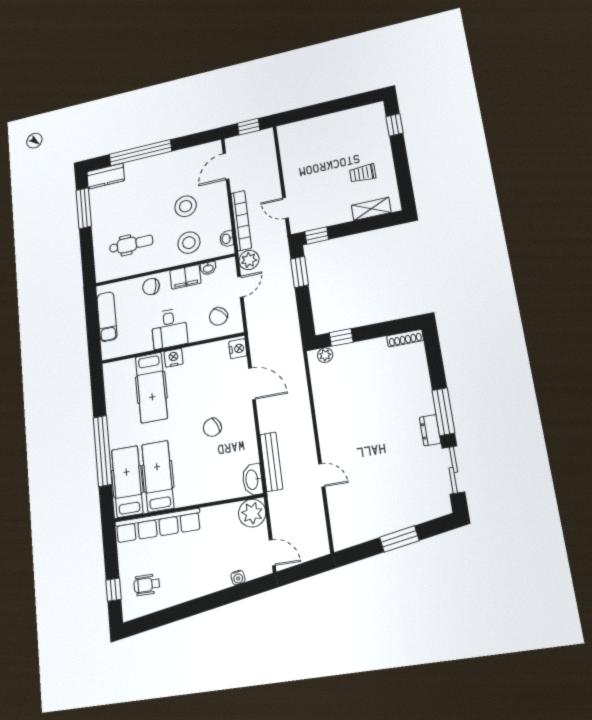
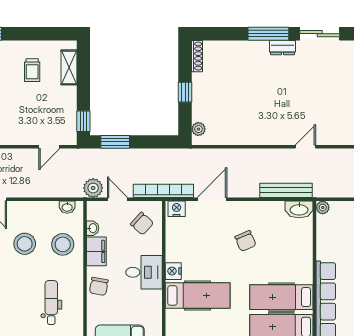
bookcase: (241, 221) -> (163, 191), moved
window: (341, 337) -> (185, 92), moved
plant: (252, 513) -> (323, 207), width x0.53, depth x0.53

